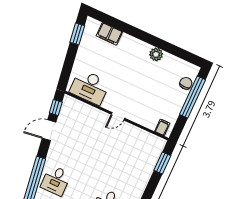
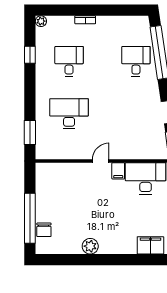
filing cabinet: (162, 127) -> (118, 171), moved
desk: (126, 164) -> (69, 114), added

